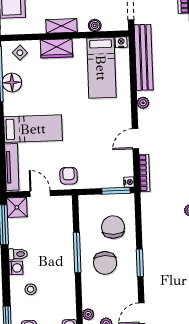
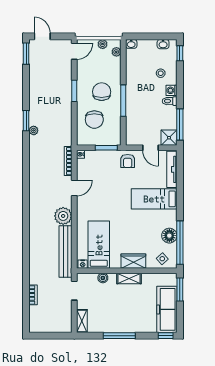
plant: (143, 103) -> (63, 216), width x1.88, depth x1.88
window: (116, 191) -> (106, 148), moved

